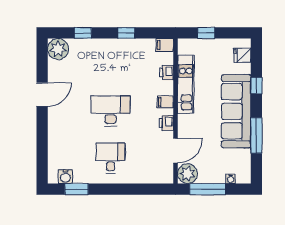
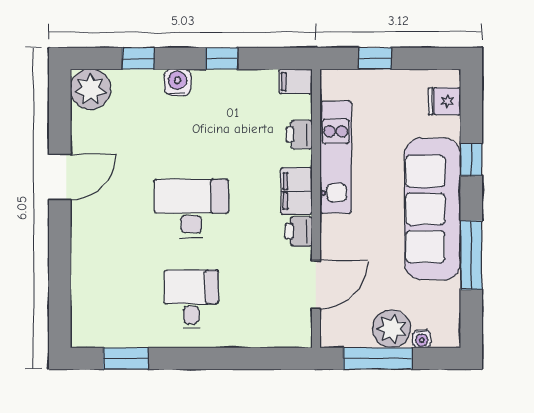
filing cabinet: (165, 102) -> (296, 191), width x2.00
plant: (187, 174) -> (392, 329), moved
water cooler: (65, 177) -> (178, 82), moved, turned 180

